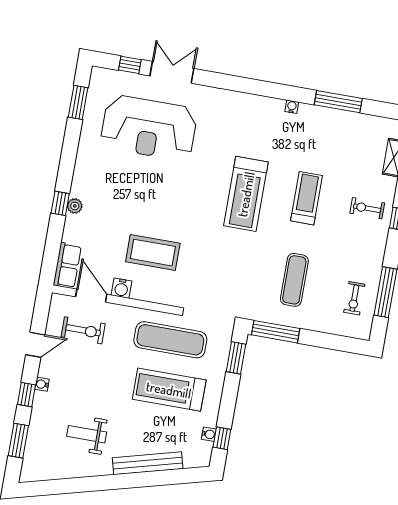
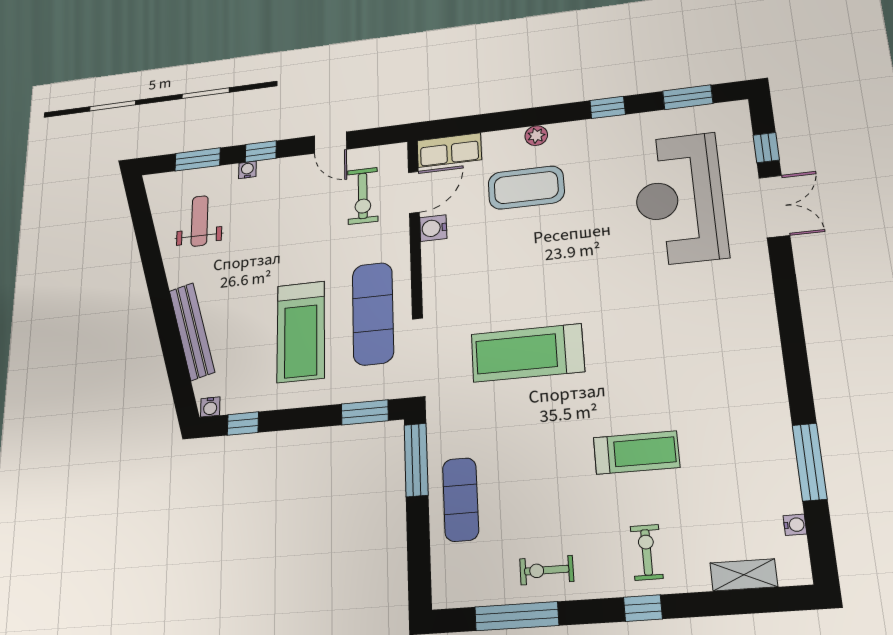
water cooler: (292, 107) -> (795, 525), moved
treadmill: (246, 194) -> (527, 353), moved
window: (60, 203) -> (608, 107), moved
coffee table: (153, 253) -> (526, 188), moved, turned 90
exercise mat: (294, 280) -> (461, 499), moved, turned 90
exercise bike: (354, 298) -> (547, 570), moved
water cooler: (42, 384) -> (247, 170), moved
treadmill: (169, 390) -> (301, 332), turned 180
weight bench: (87, 434) -> (200, 221), moved
water cooler: (209, 434) -> (210, 407), moved

